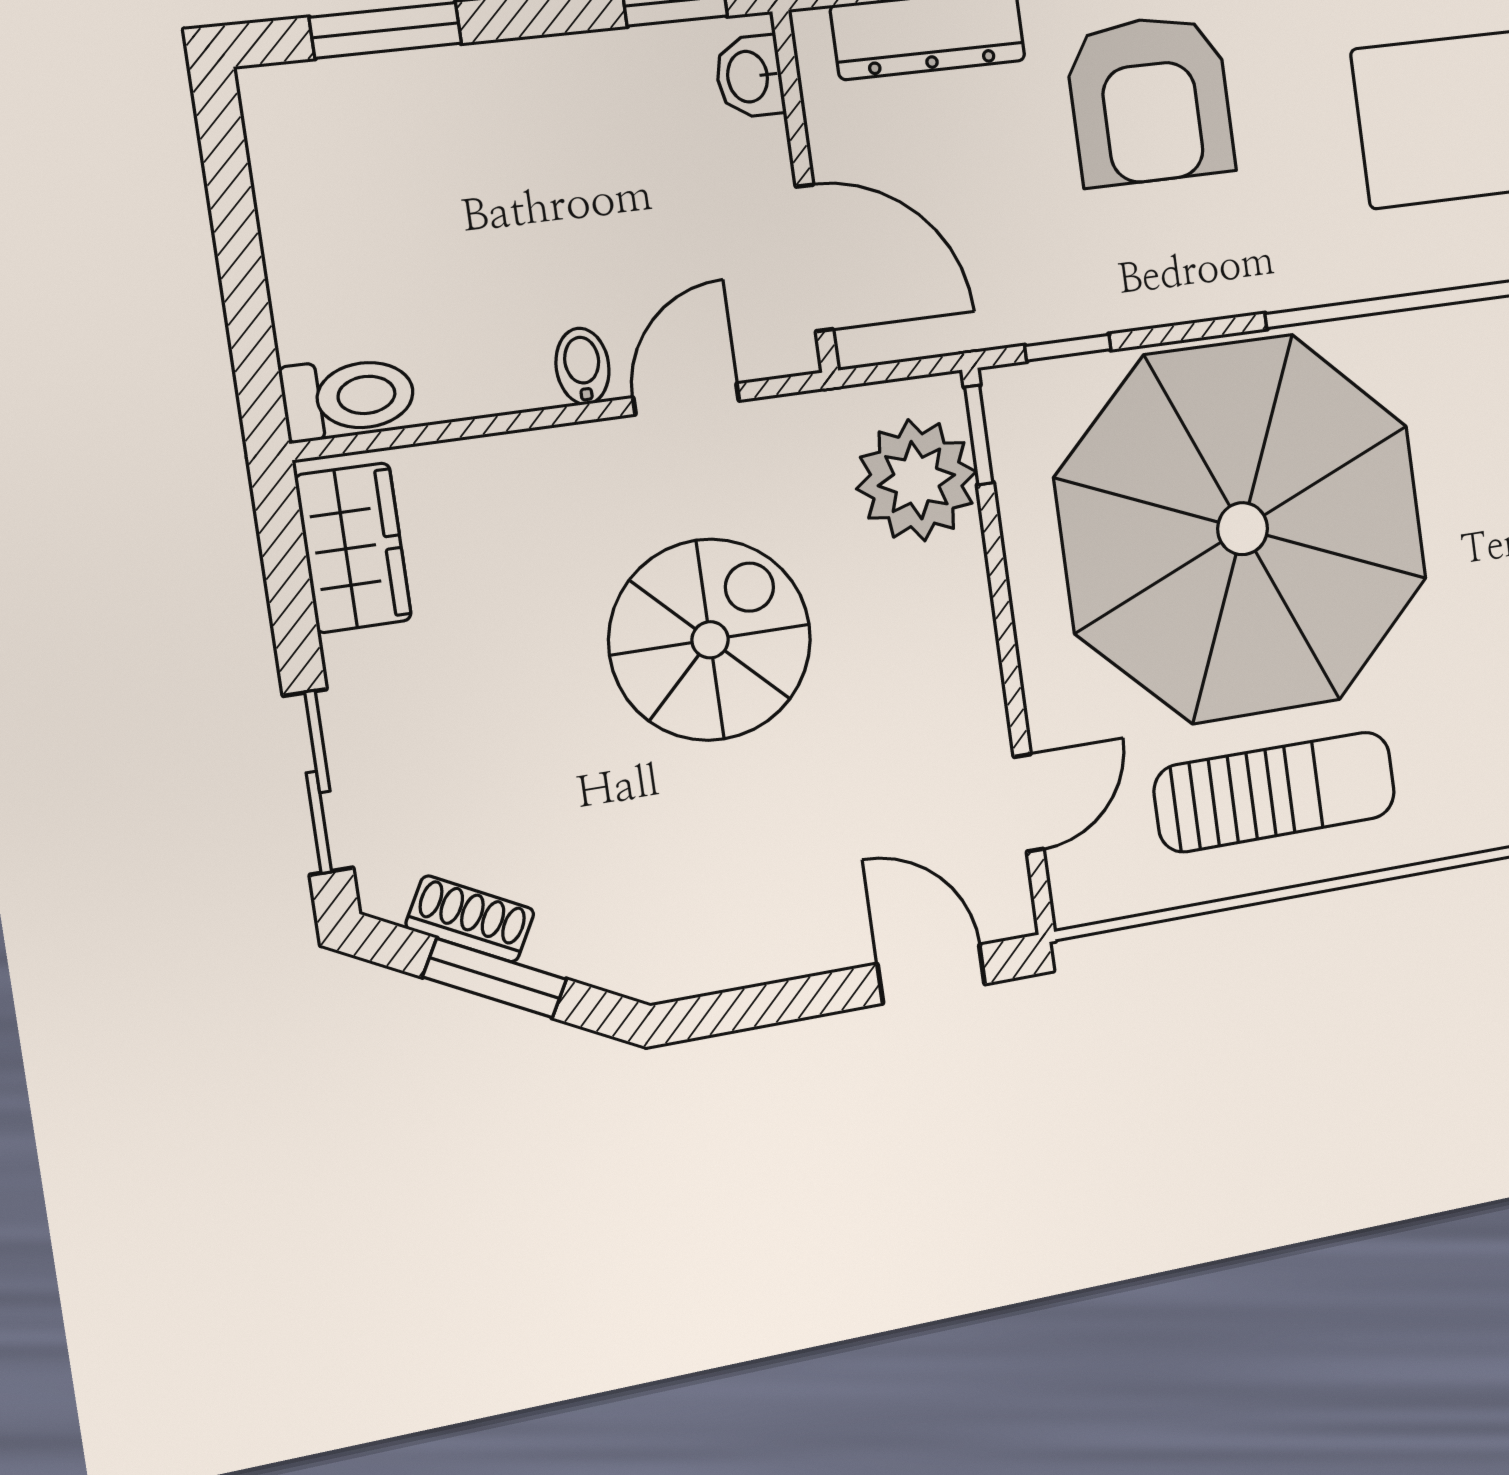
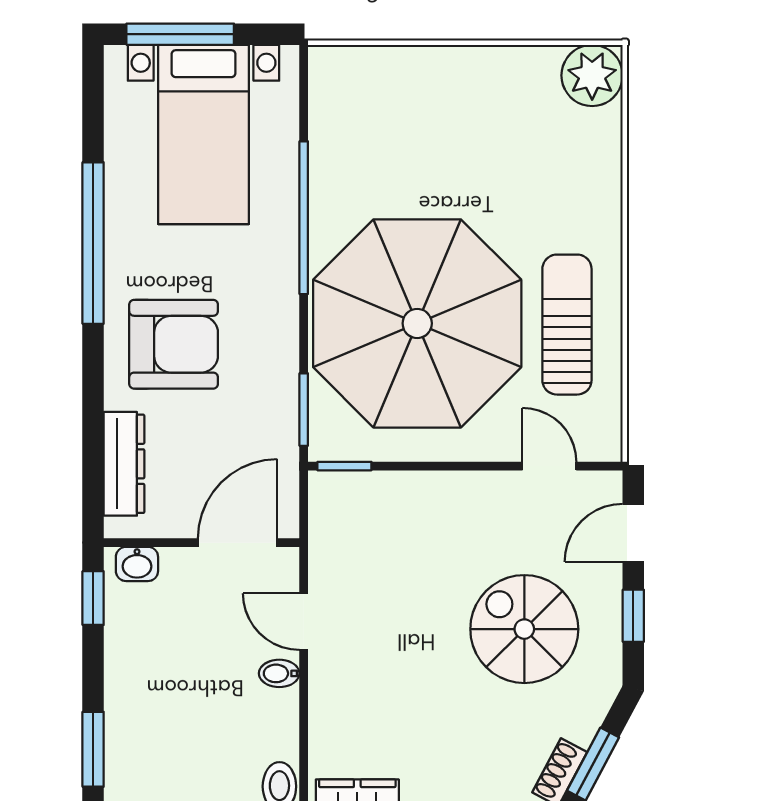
window: (1068, 348) -> (304, 410), width x1.50
plant: (916, 480) -> (364, 504), removed
spiral stairs: (710, 640) -> (524, 629), moved
window: (782, 1002) -> (633, 616), added

